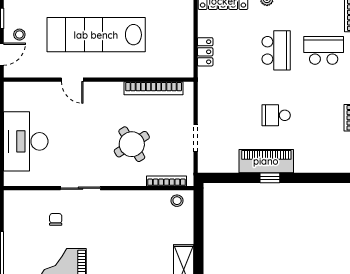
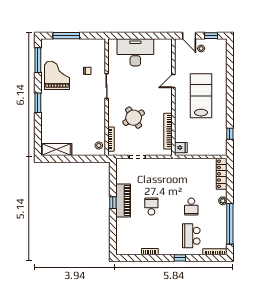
lab bench: (96, 35) -> (201, 96), width x0.73
school desk: (276, 50) -> (191, 207), width x0.54
school desk: (324, 50) -> (191, 236), turned 180
locker: (205, 52) -> (190, 163), removed
fridge: (180, 67) -> (181, 148), added

